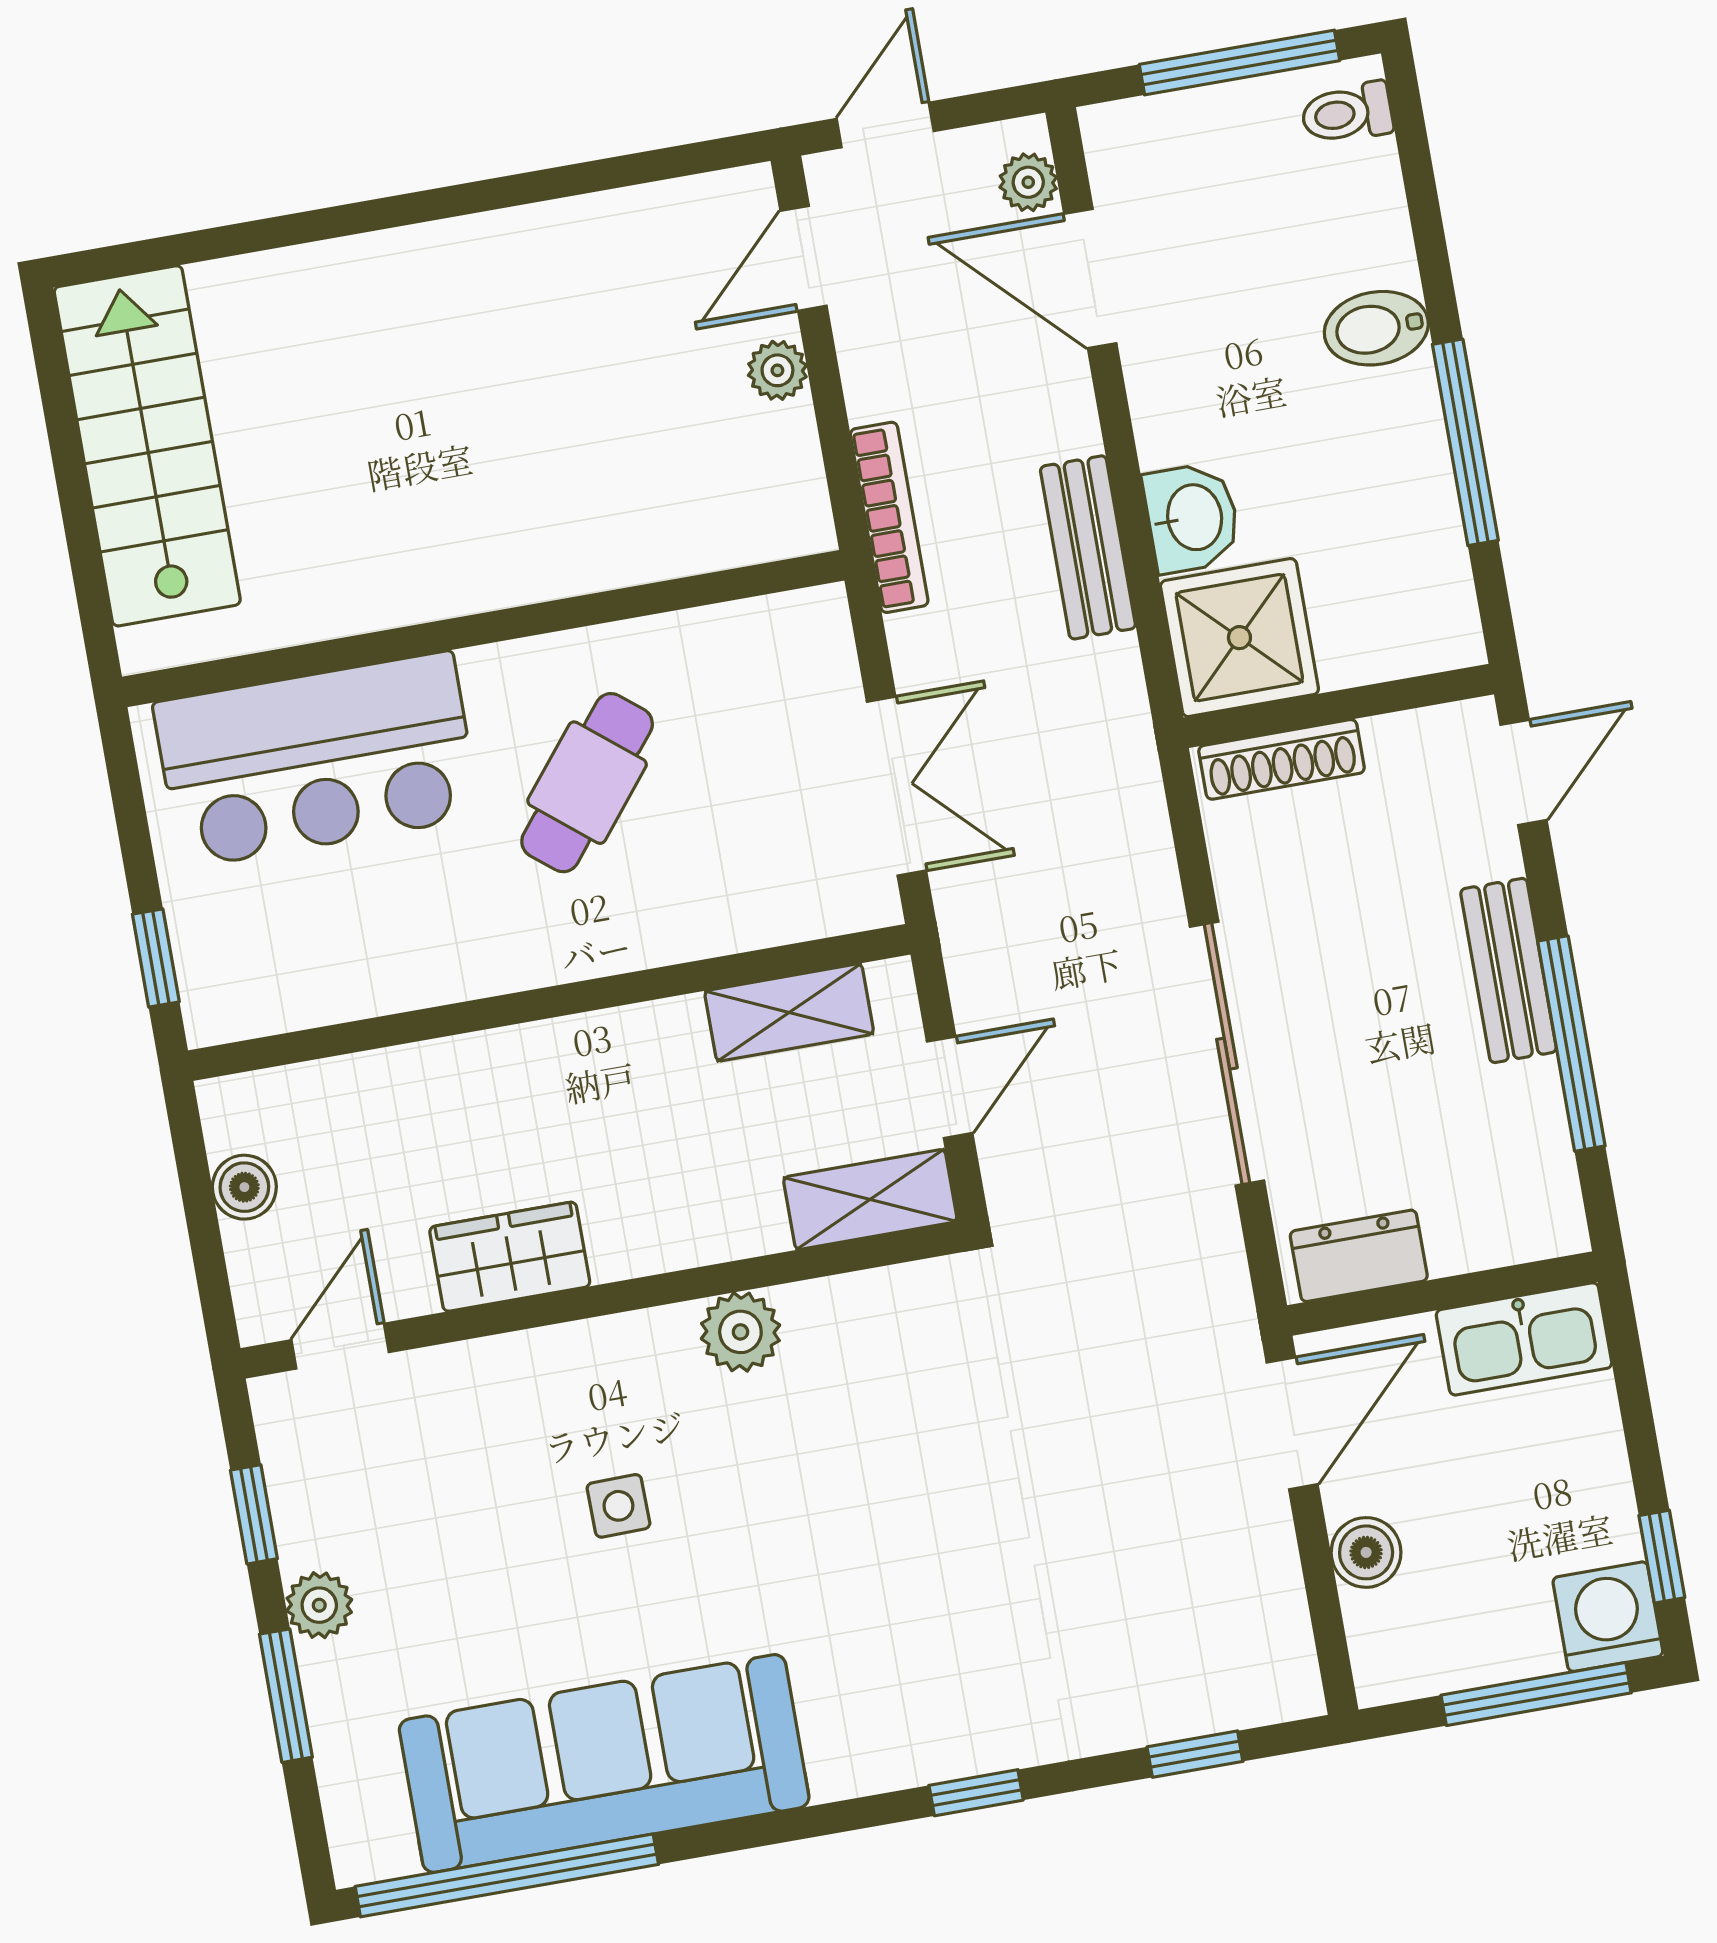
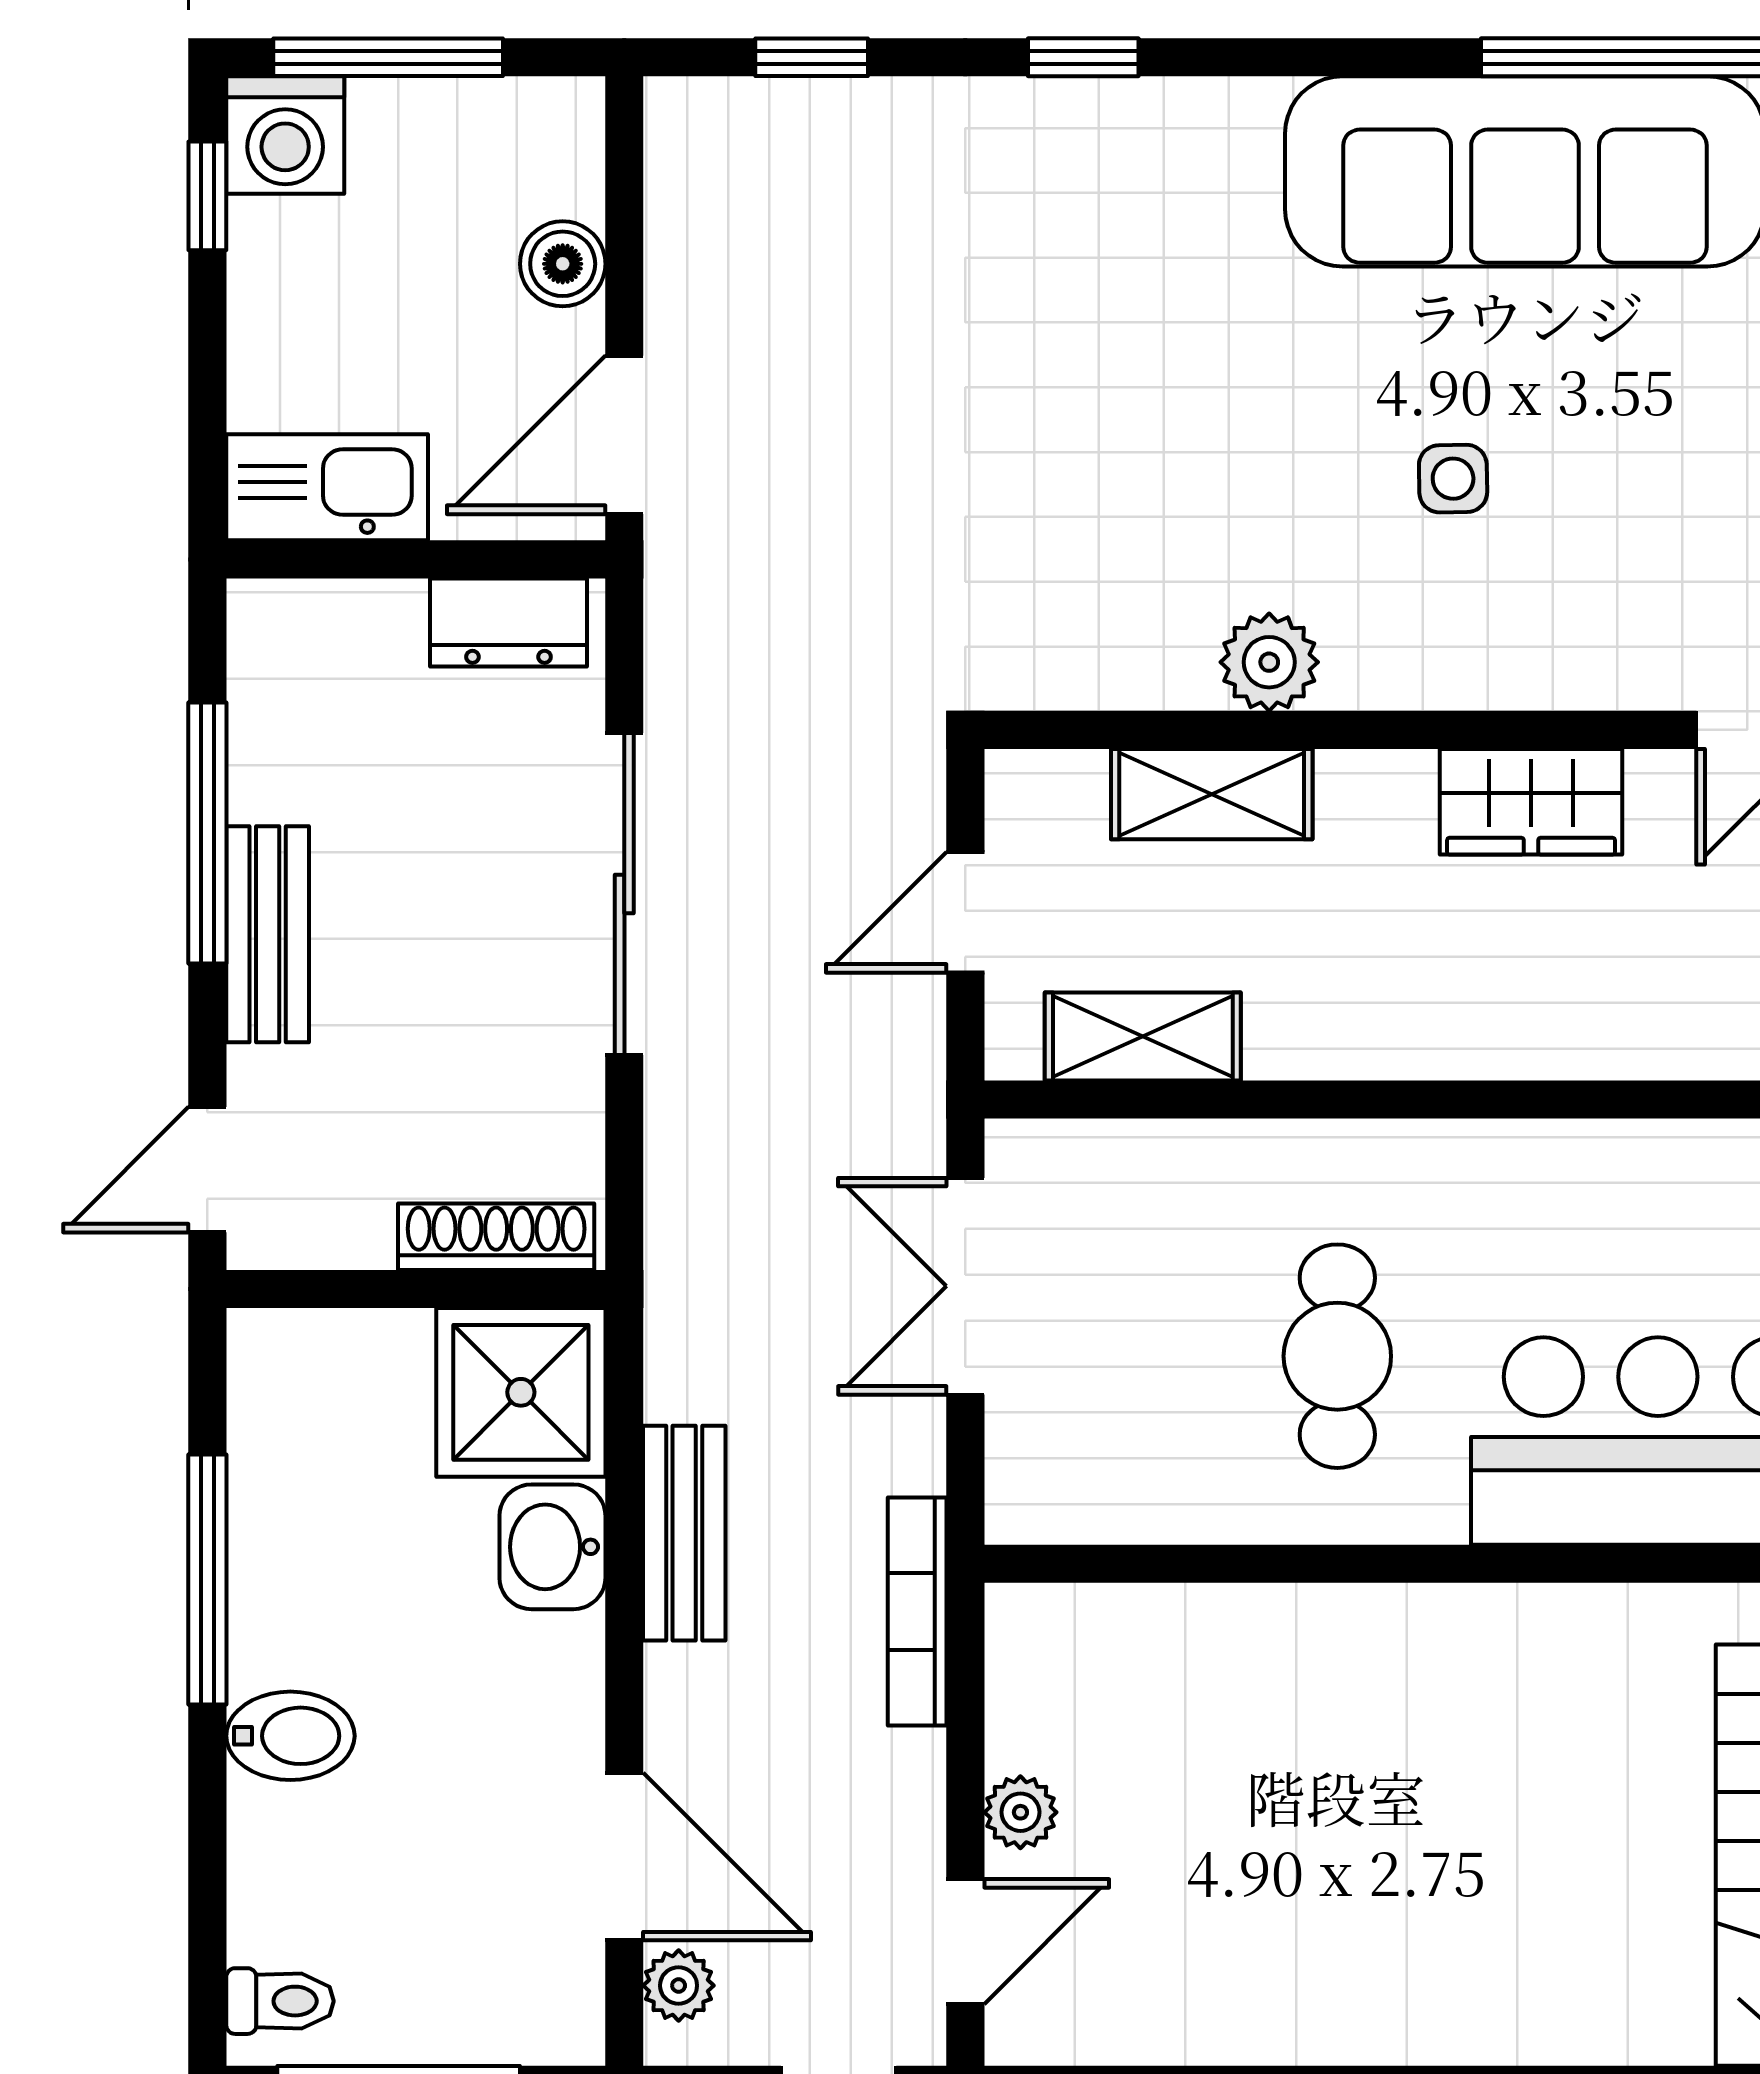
cafe table: (587, 783) -> (1337, 1356), turned -39
shelving: (870, 1199) -> (1212, 794), moved

